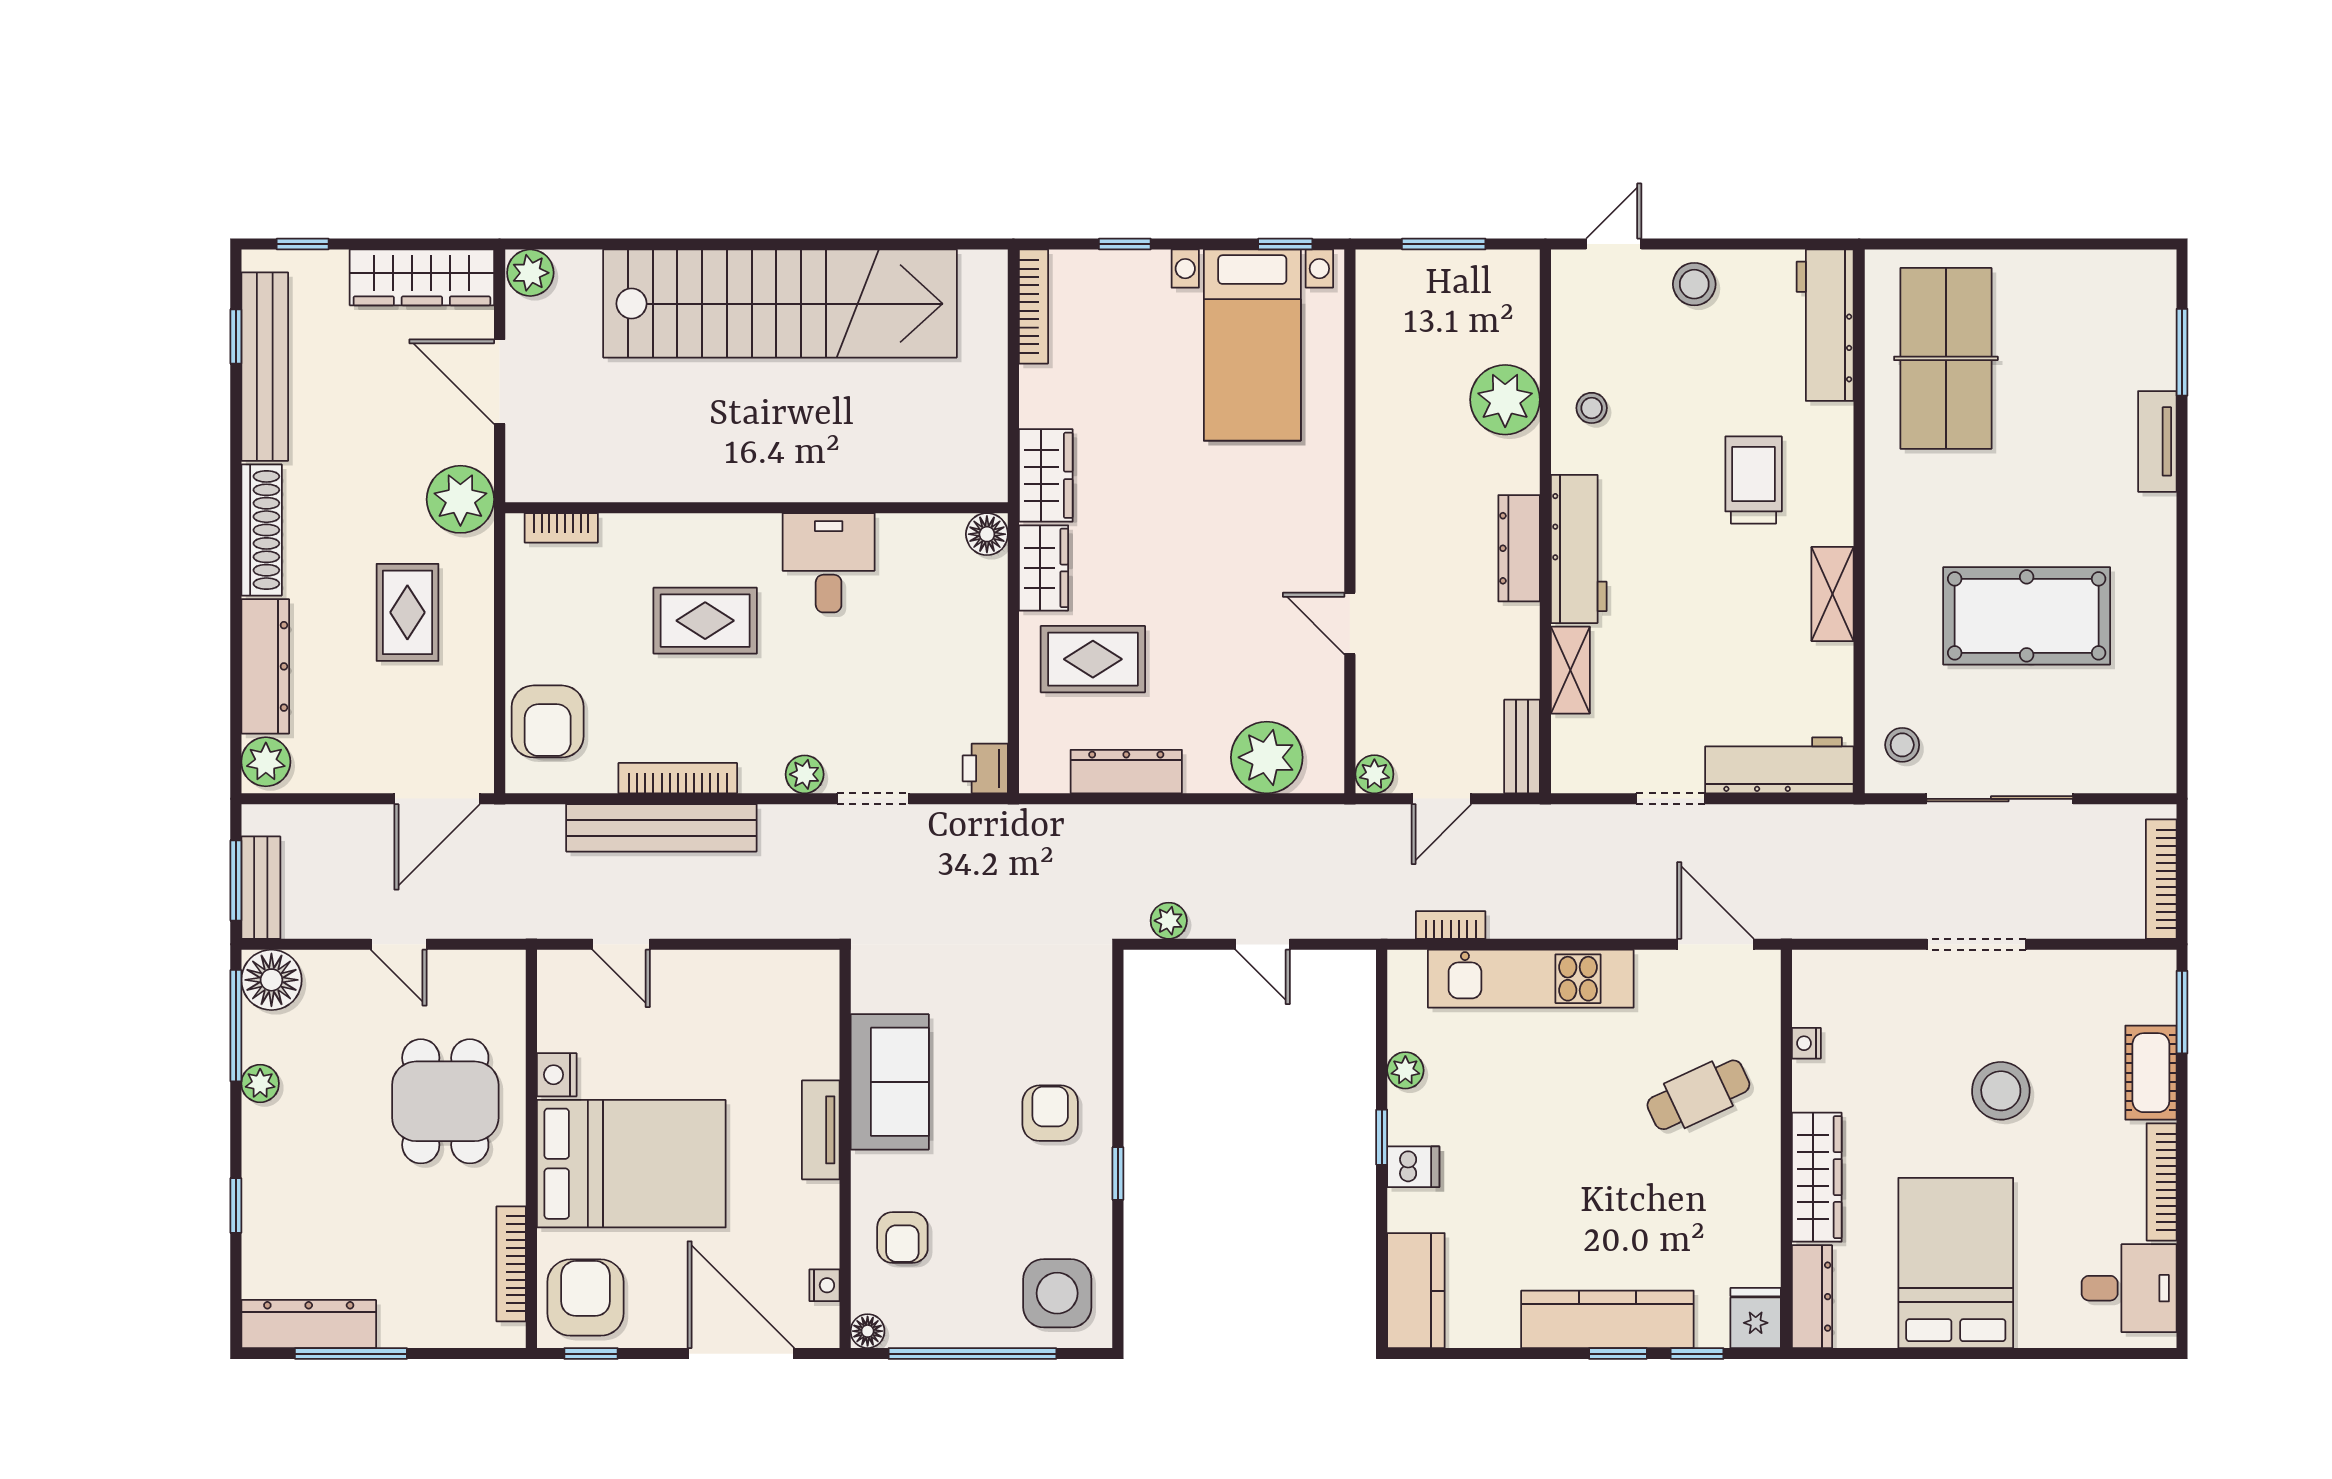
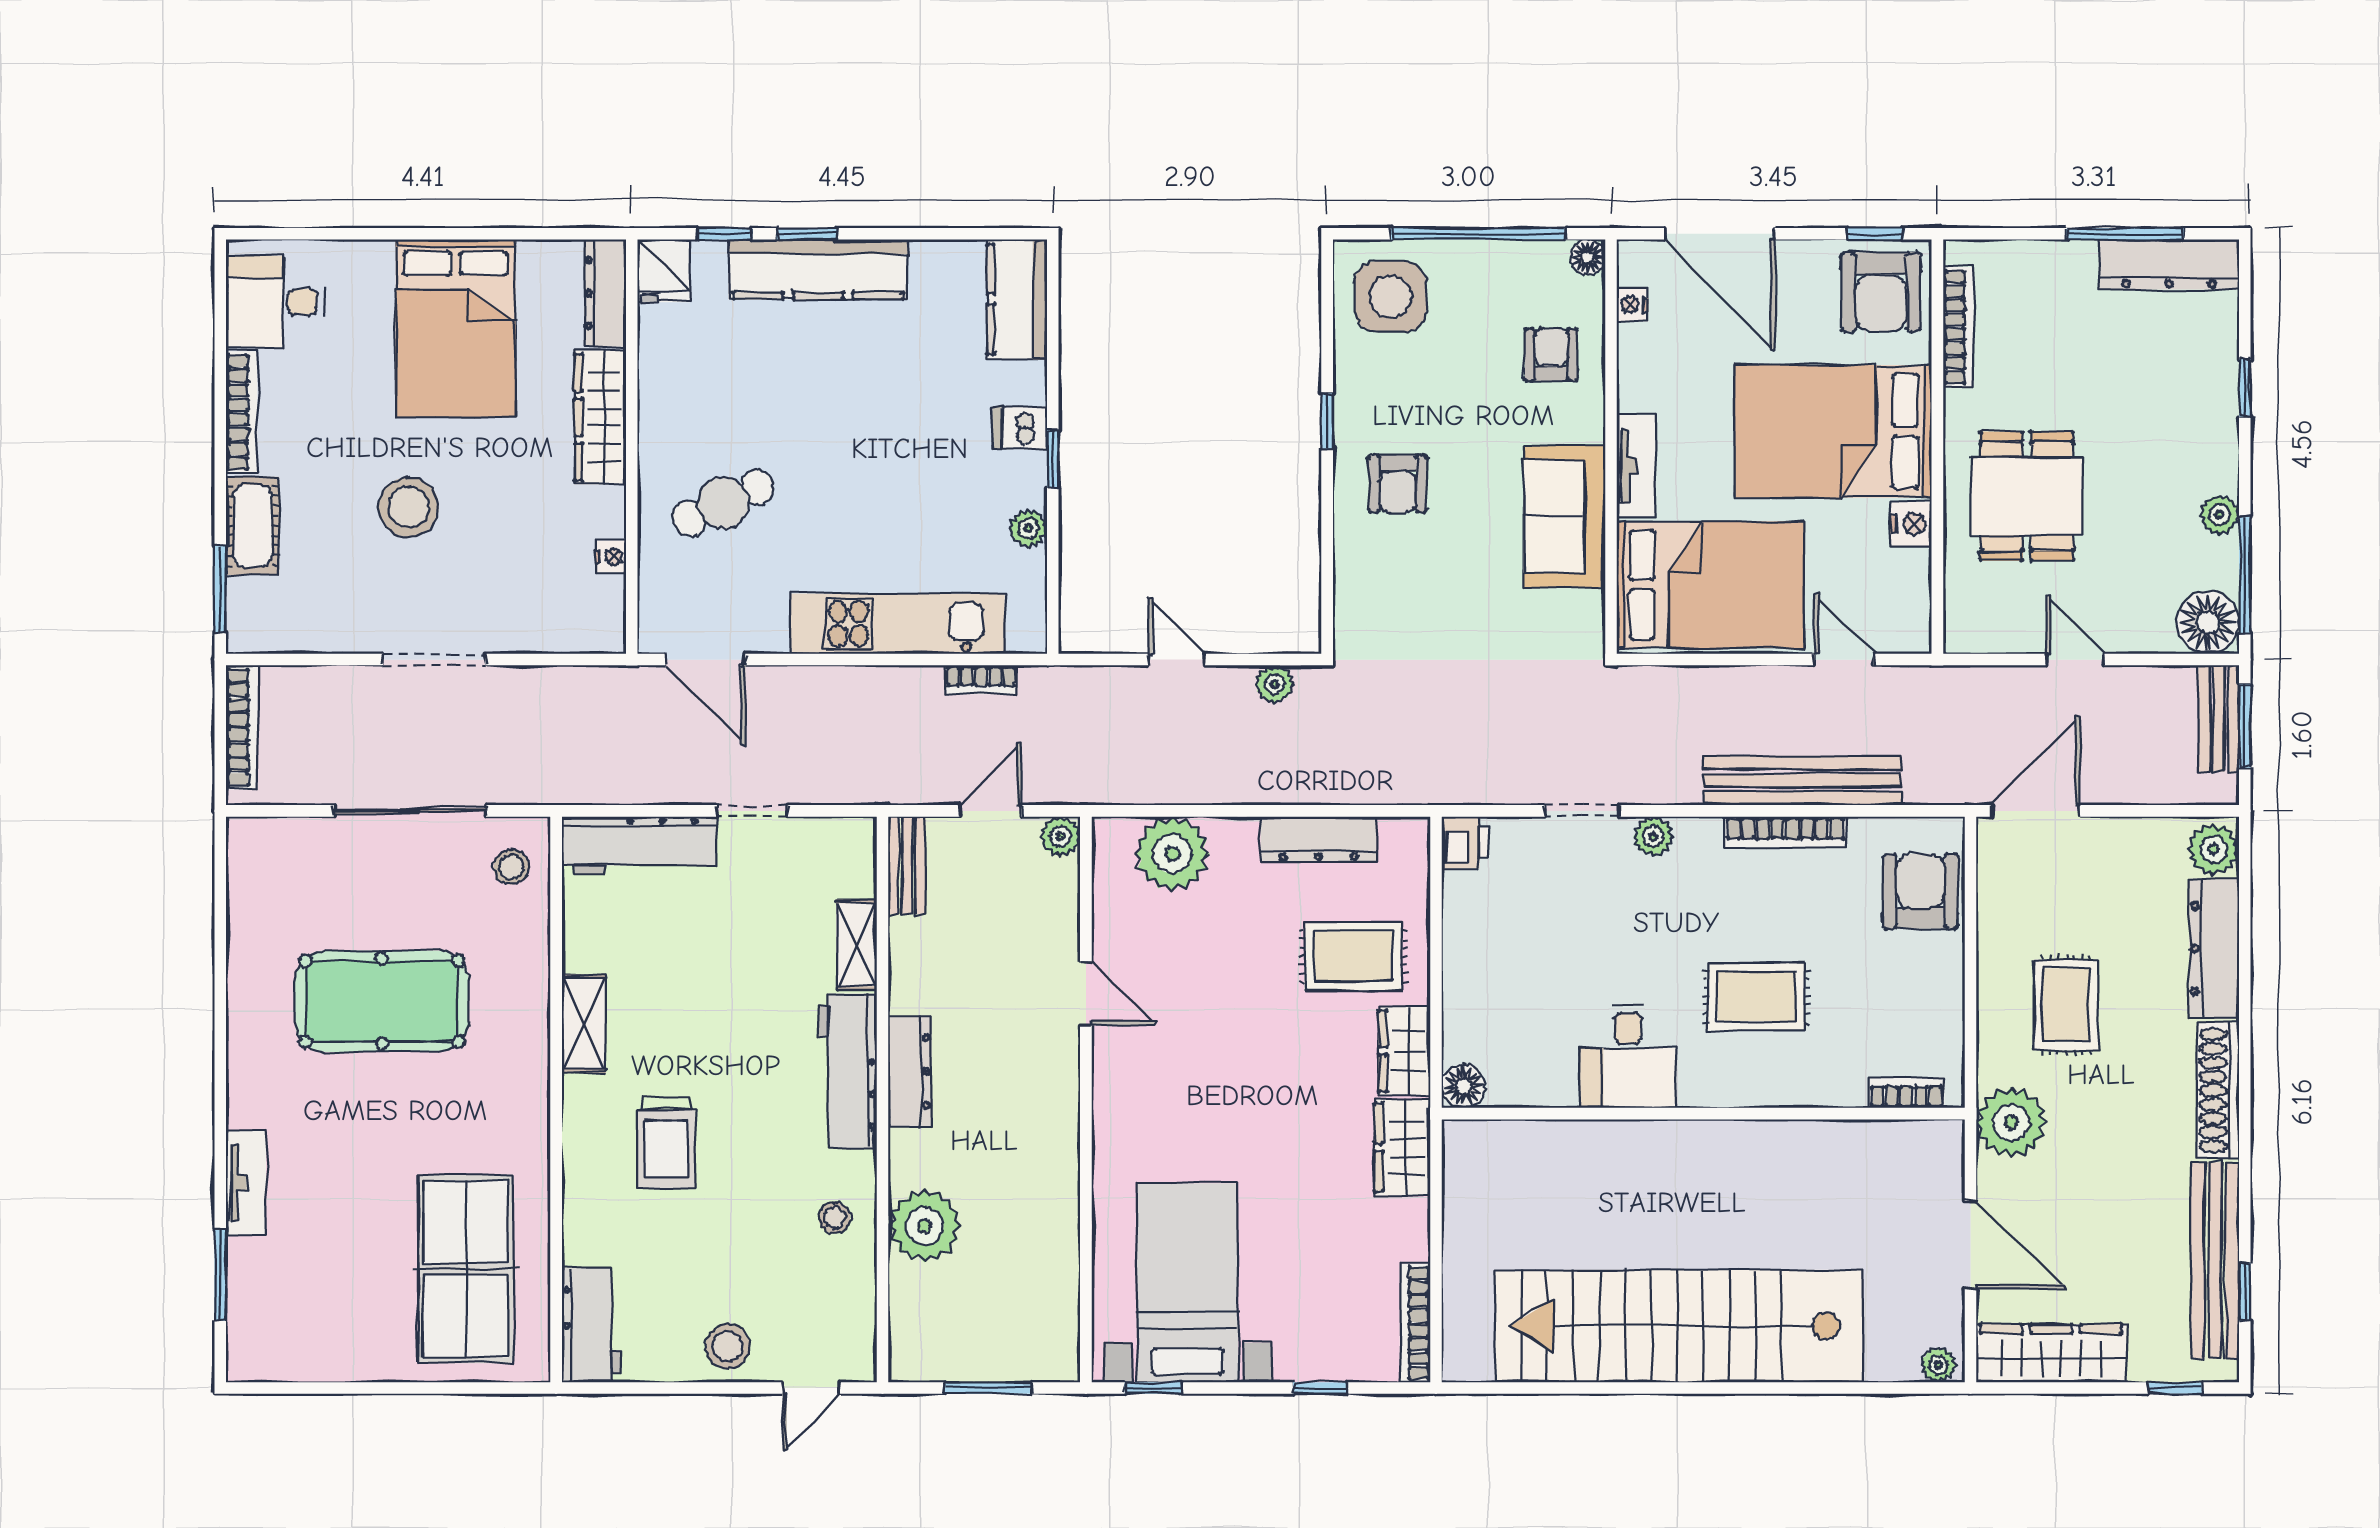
plant: (530, 273) -> (1938, 1365), width x0.73, depth x0.73
workbench: (1825, 325) -> (591, 1325), width x0.73
bed: (750, 1016) -> (1710, 585), added

